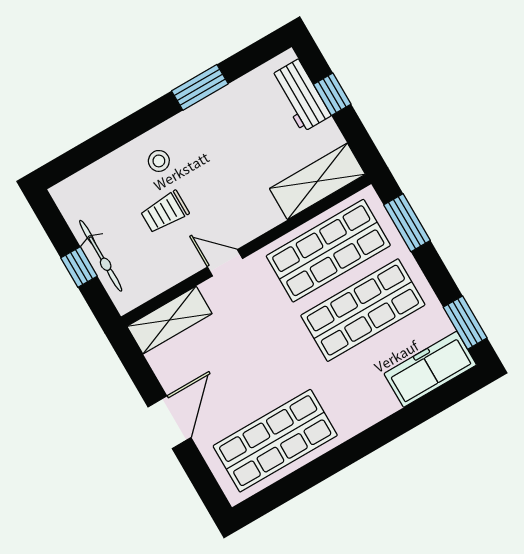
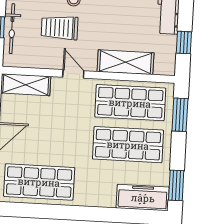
window: (332, 94) -> (184, 42), moved
shelving: (317, 181) -> (126, 62), moved
trolley: (165, 212) -> (60, 28), width x1.36, depth x1.39

